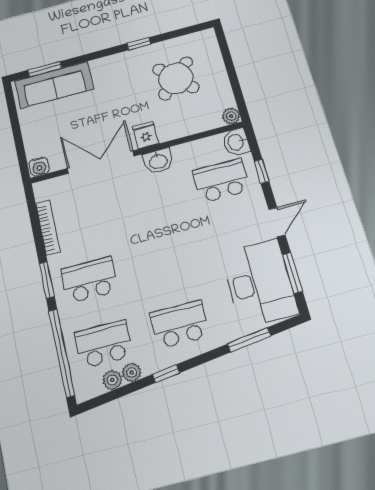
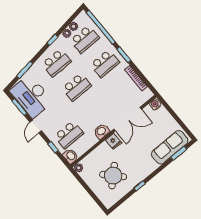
school desk: (164, 261) -> (77, 87), added

